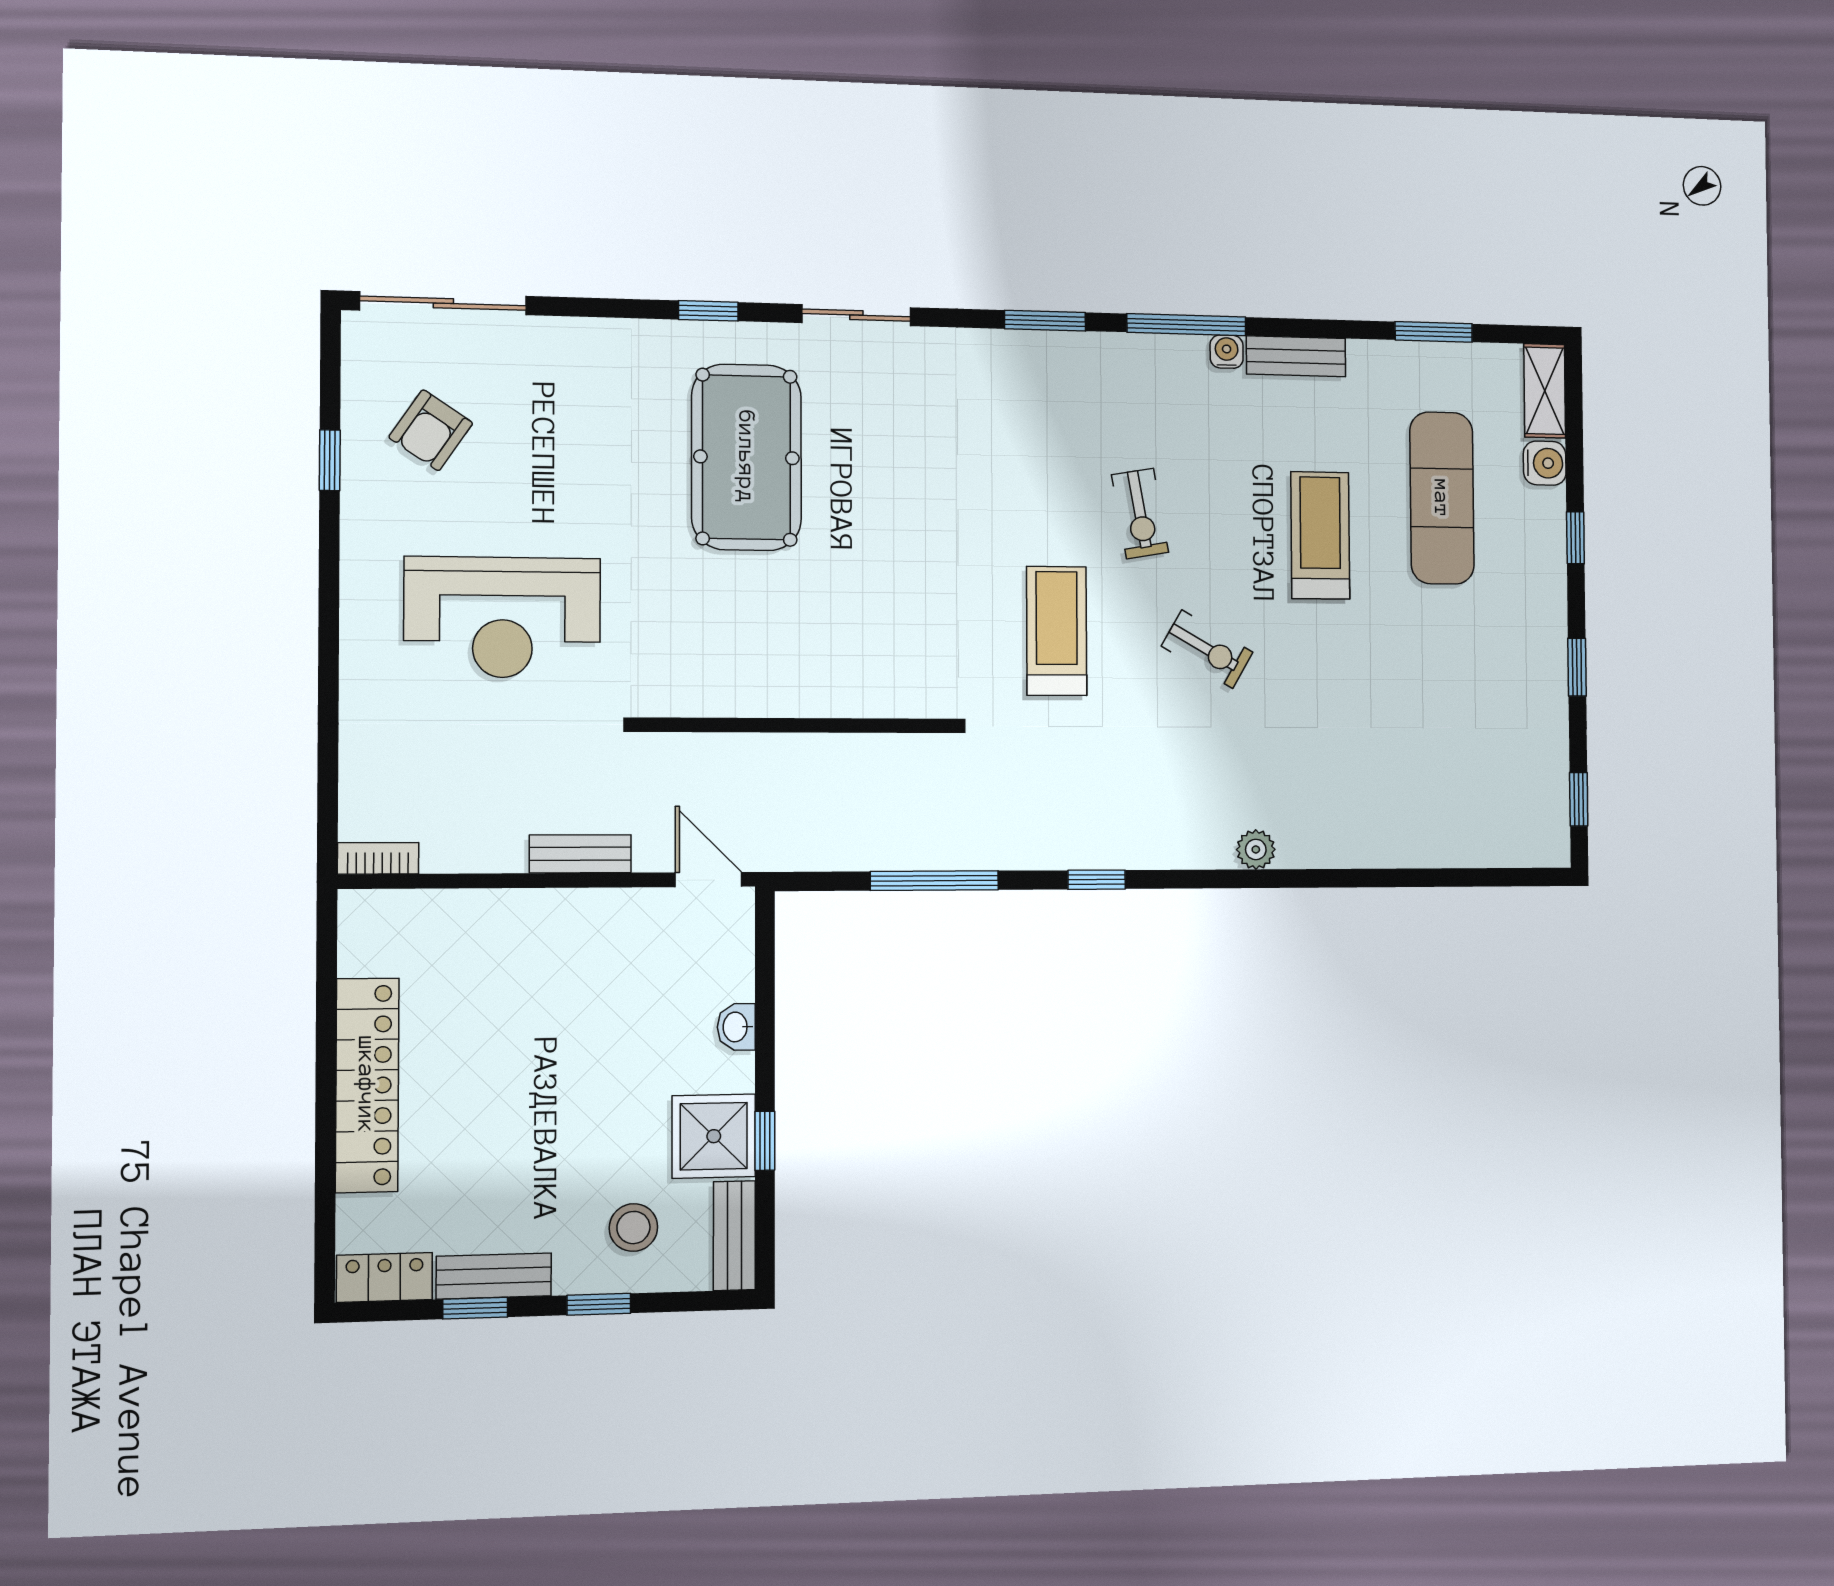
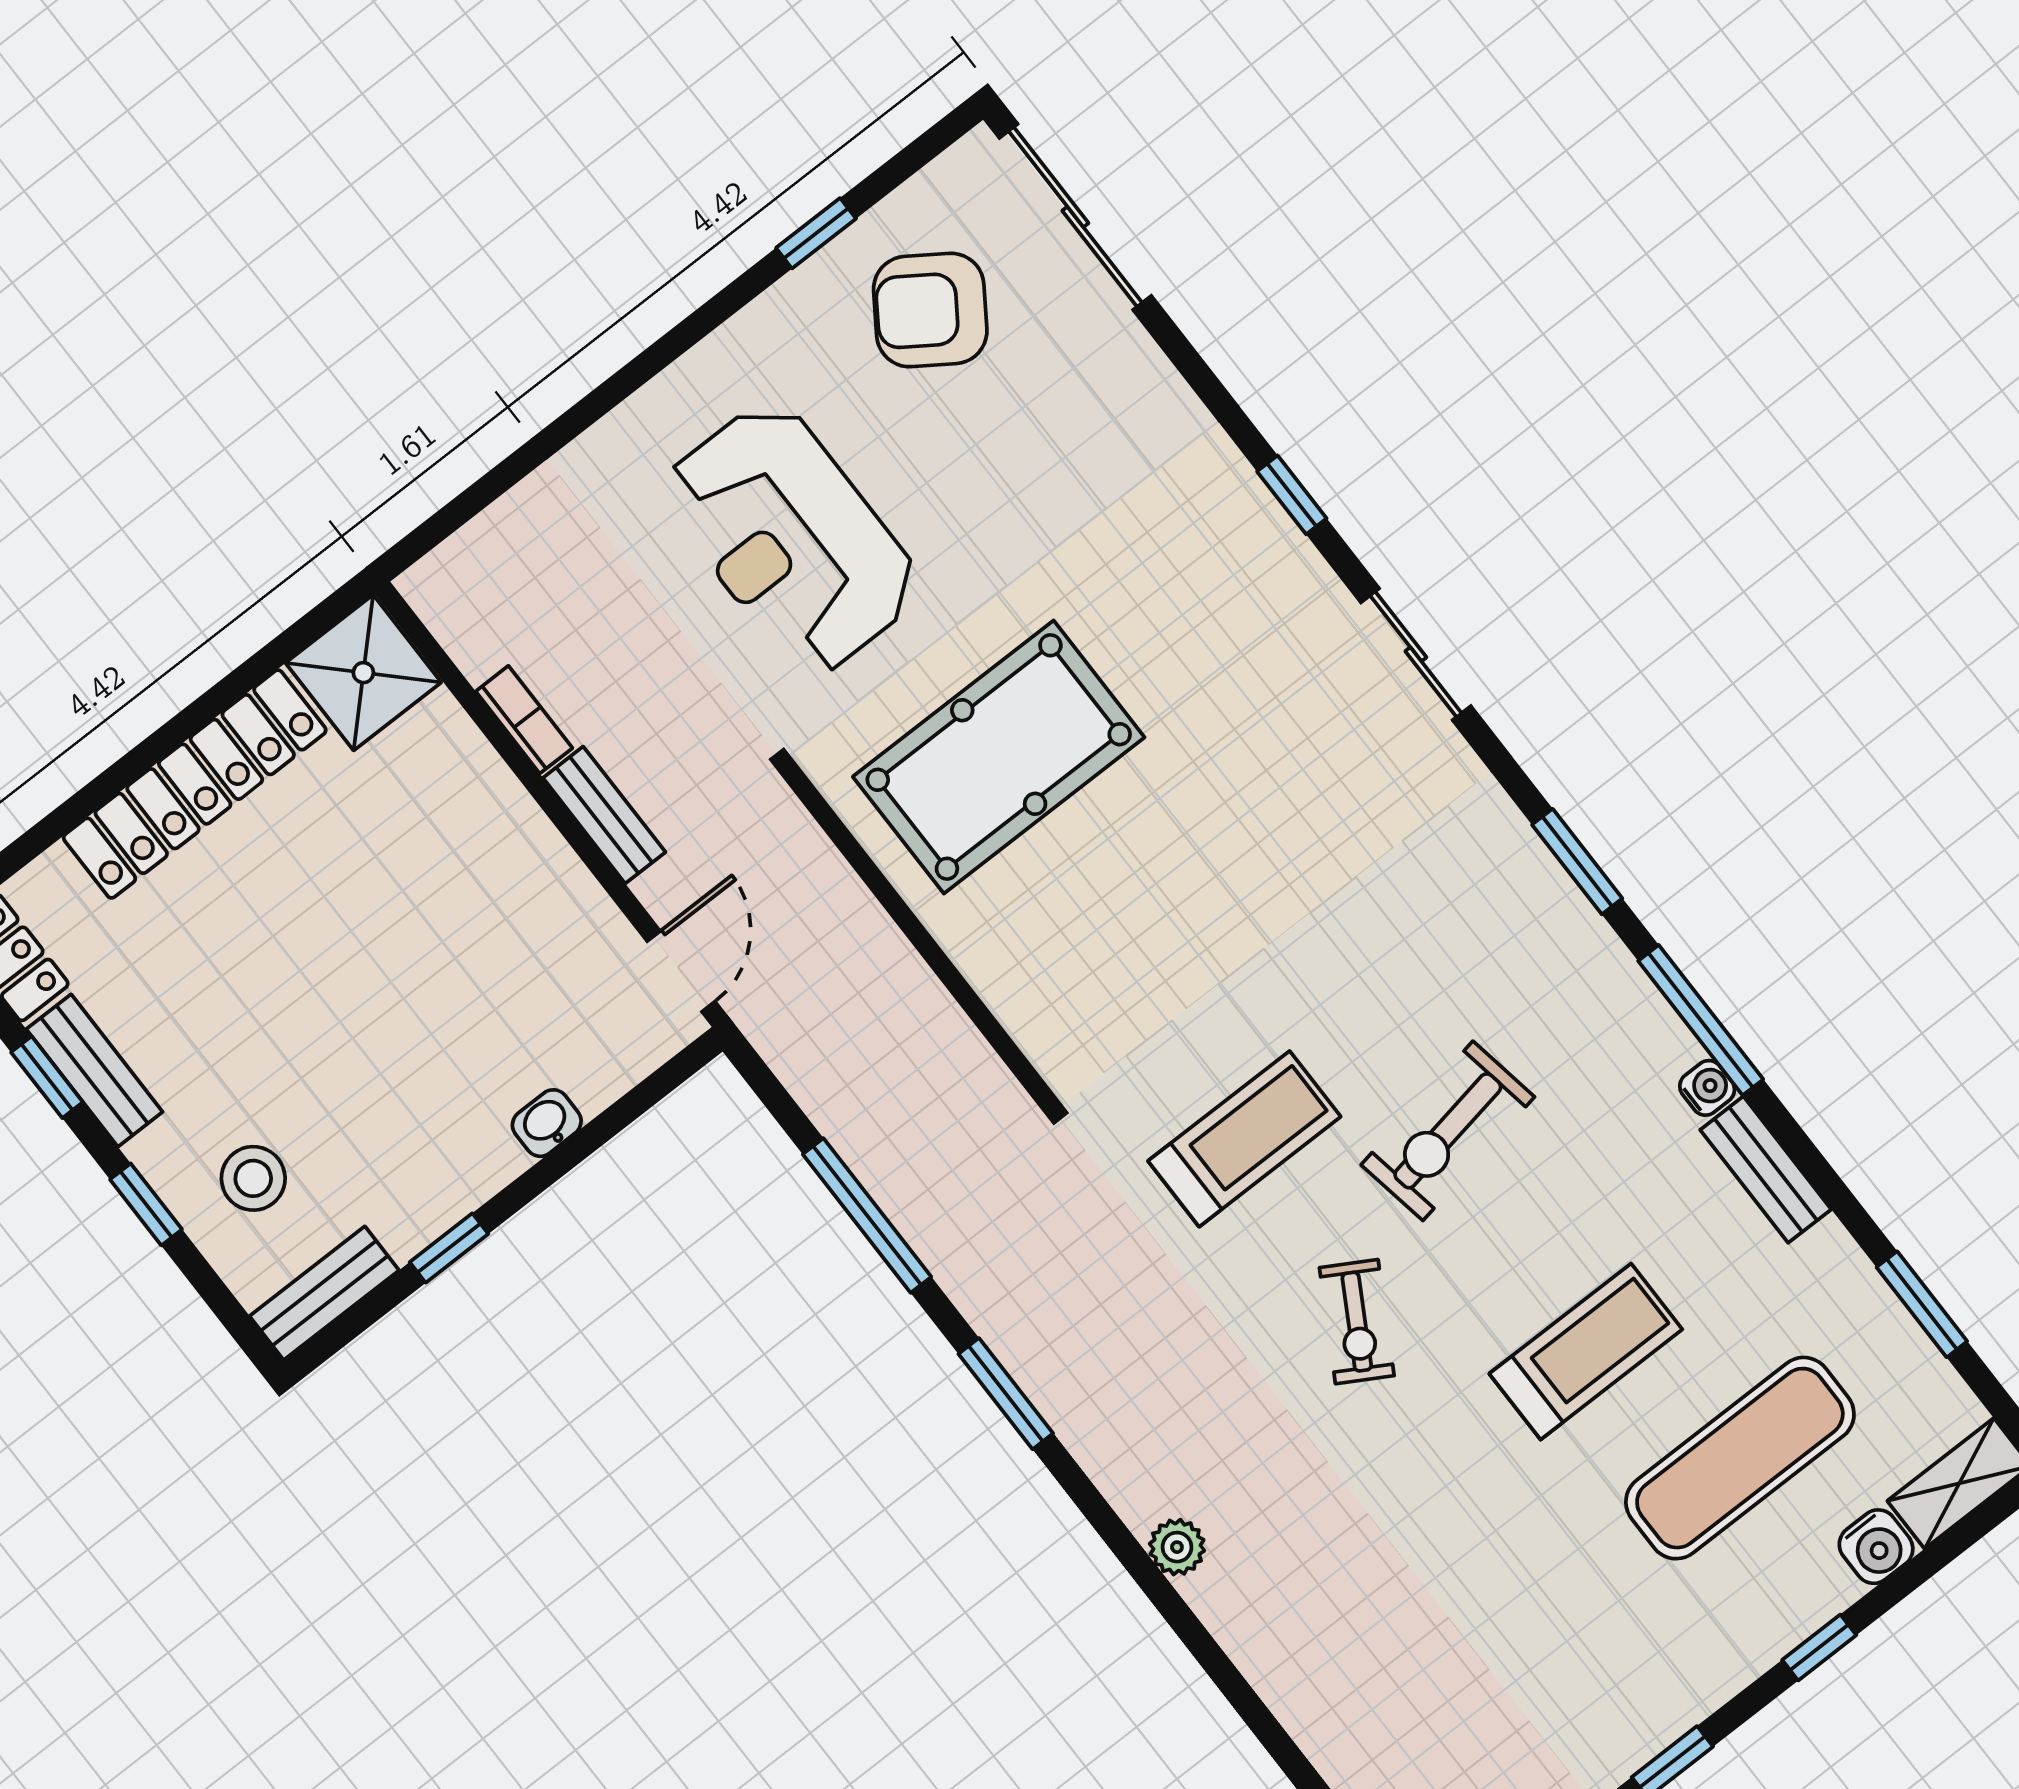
armchair: (431, 430) -> (930, 310), width x1.38, depth x1.38
pool table: (747, 457) -> (999, 757), moved
exercise bike: (1140, 514) -> (1448, 1131), width x1.38, depth x1.39
bookcase: (378, 858) -> (524, 720), moved
window: (1097, 880) -> (1006, 1394), width x1.50
shower: (714, 1136) -> (363, 673), moved

